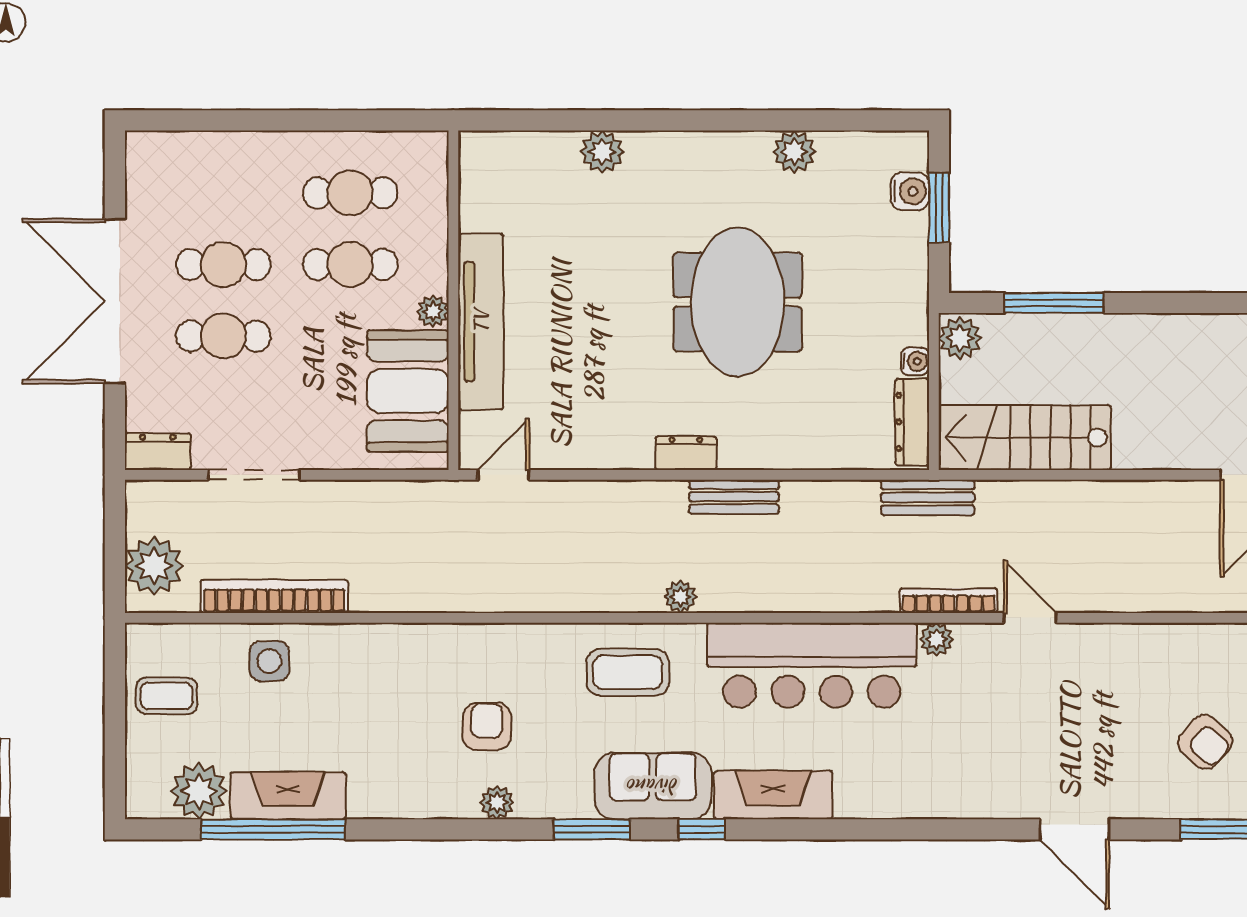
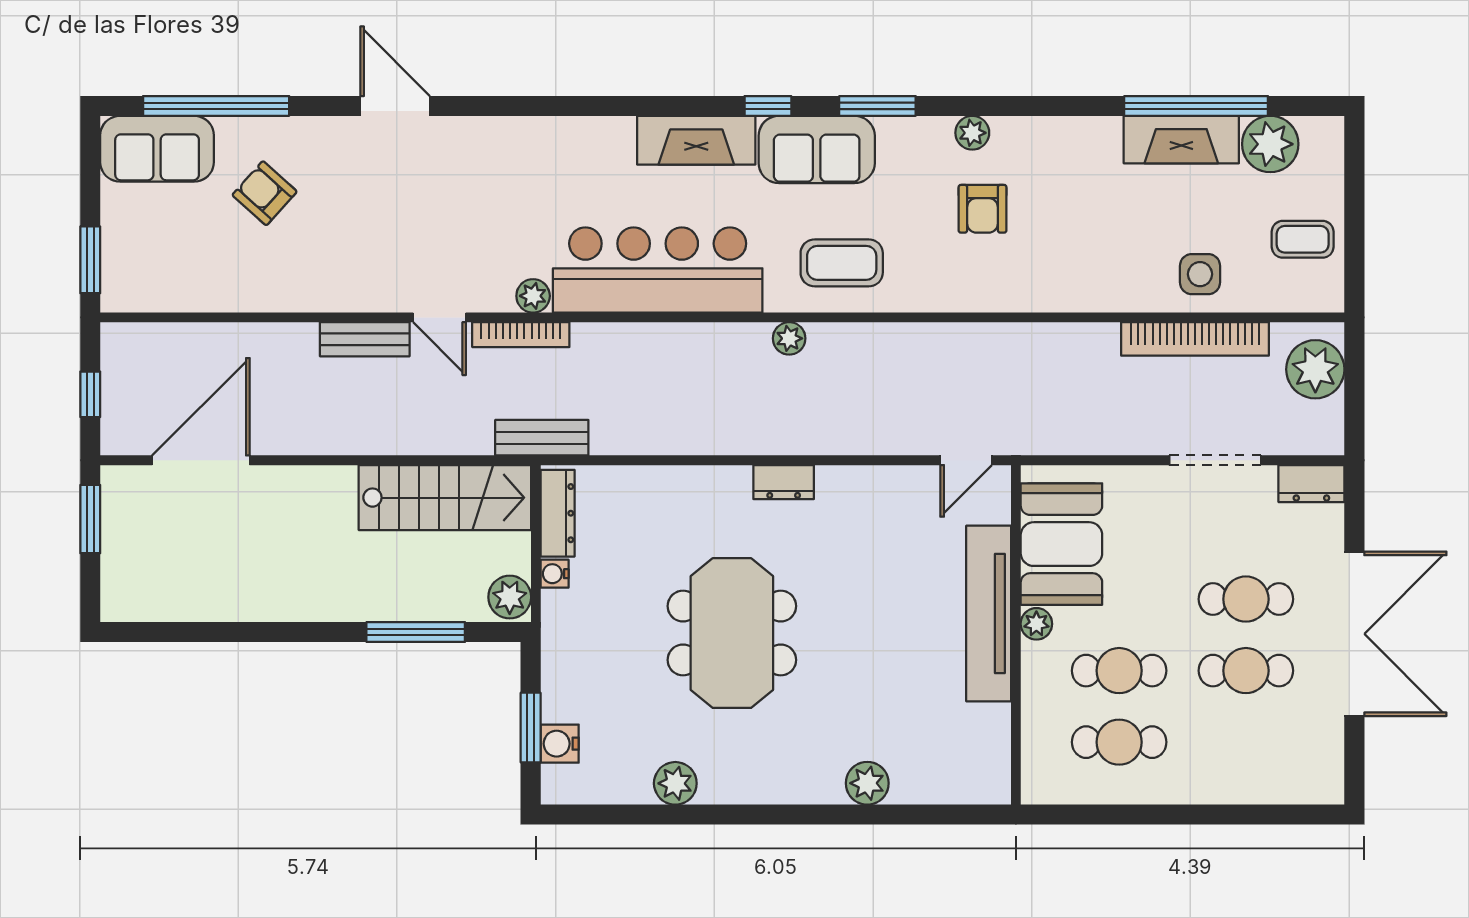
bench: (734, 497) -> (365, 339), moved

